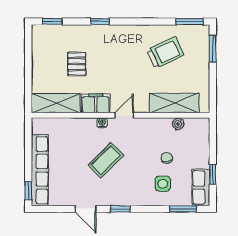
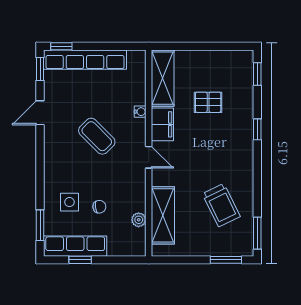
water cooler: (102, 123) -> (140, 112), moved
row of seats: (201, 188) -> (75, 246), width x1.48
window: (120, 209) -> (40, 69), moved

